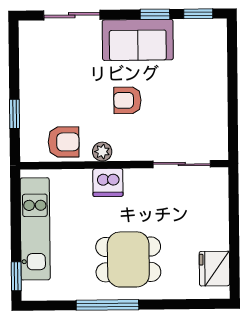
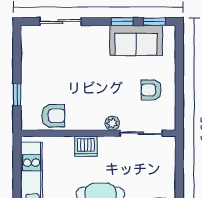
sofa: (138, 40) -> (136, 40), moved
armchair: (127, 100) -> (151, 90), moved
plant: (102, 152) -> (112, 123), moved

